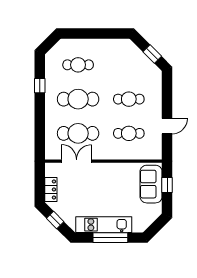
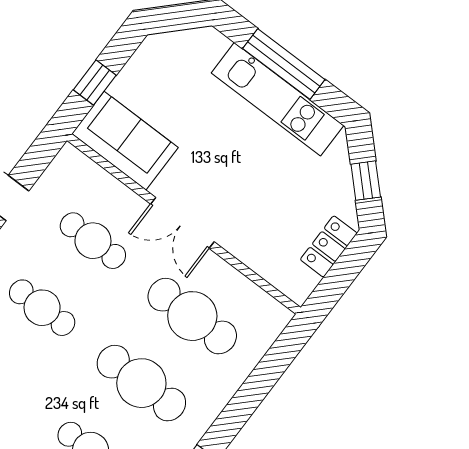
double door: (77, 161) -> (182, 223), moved
sofa: (151, 184) -> (125, 141), moved, turned -90

